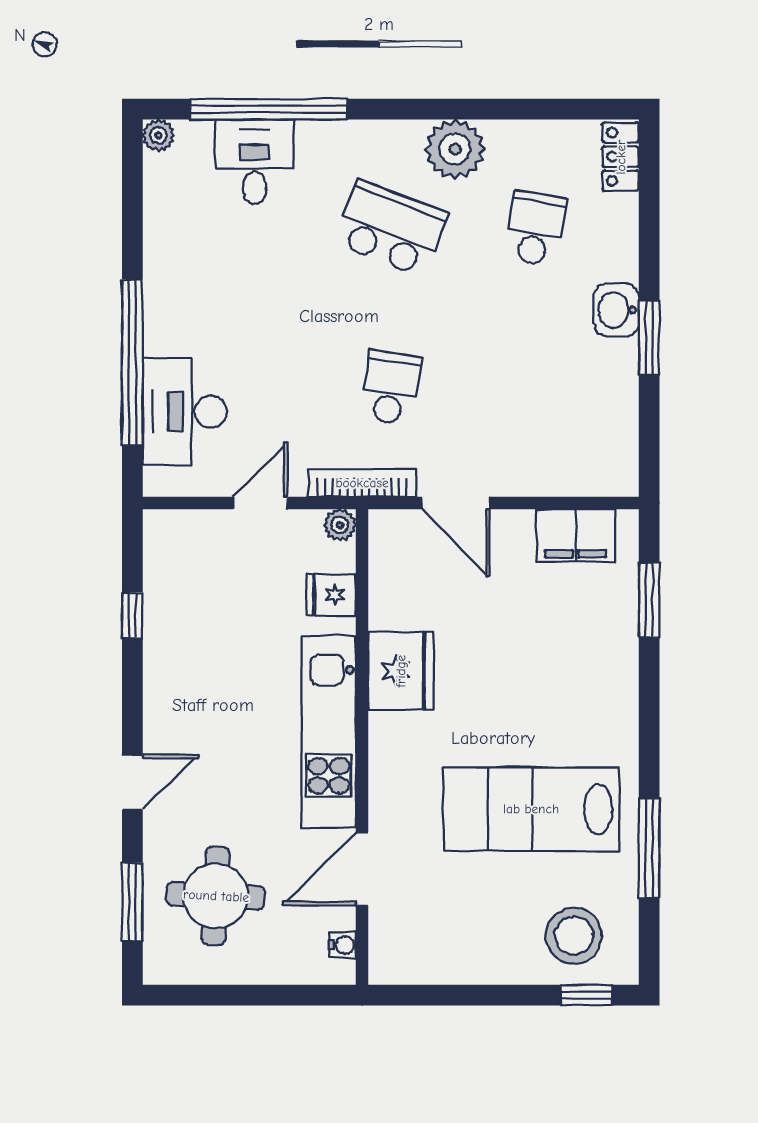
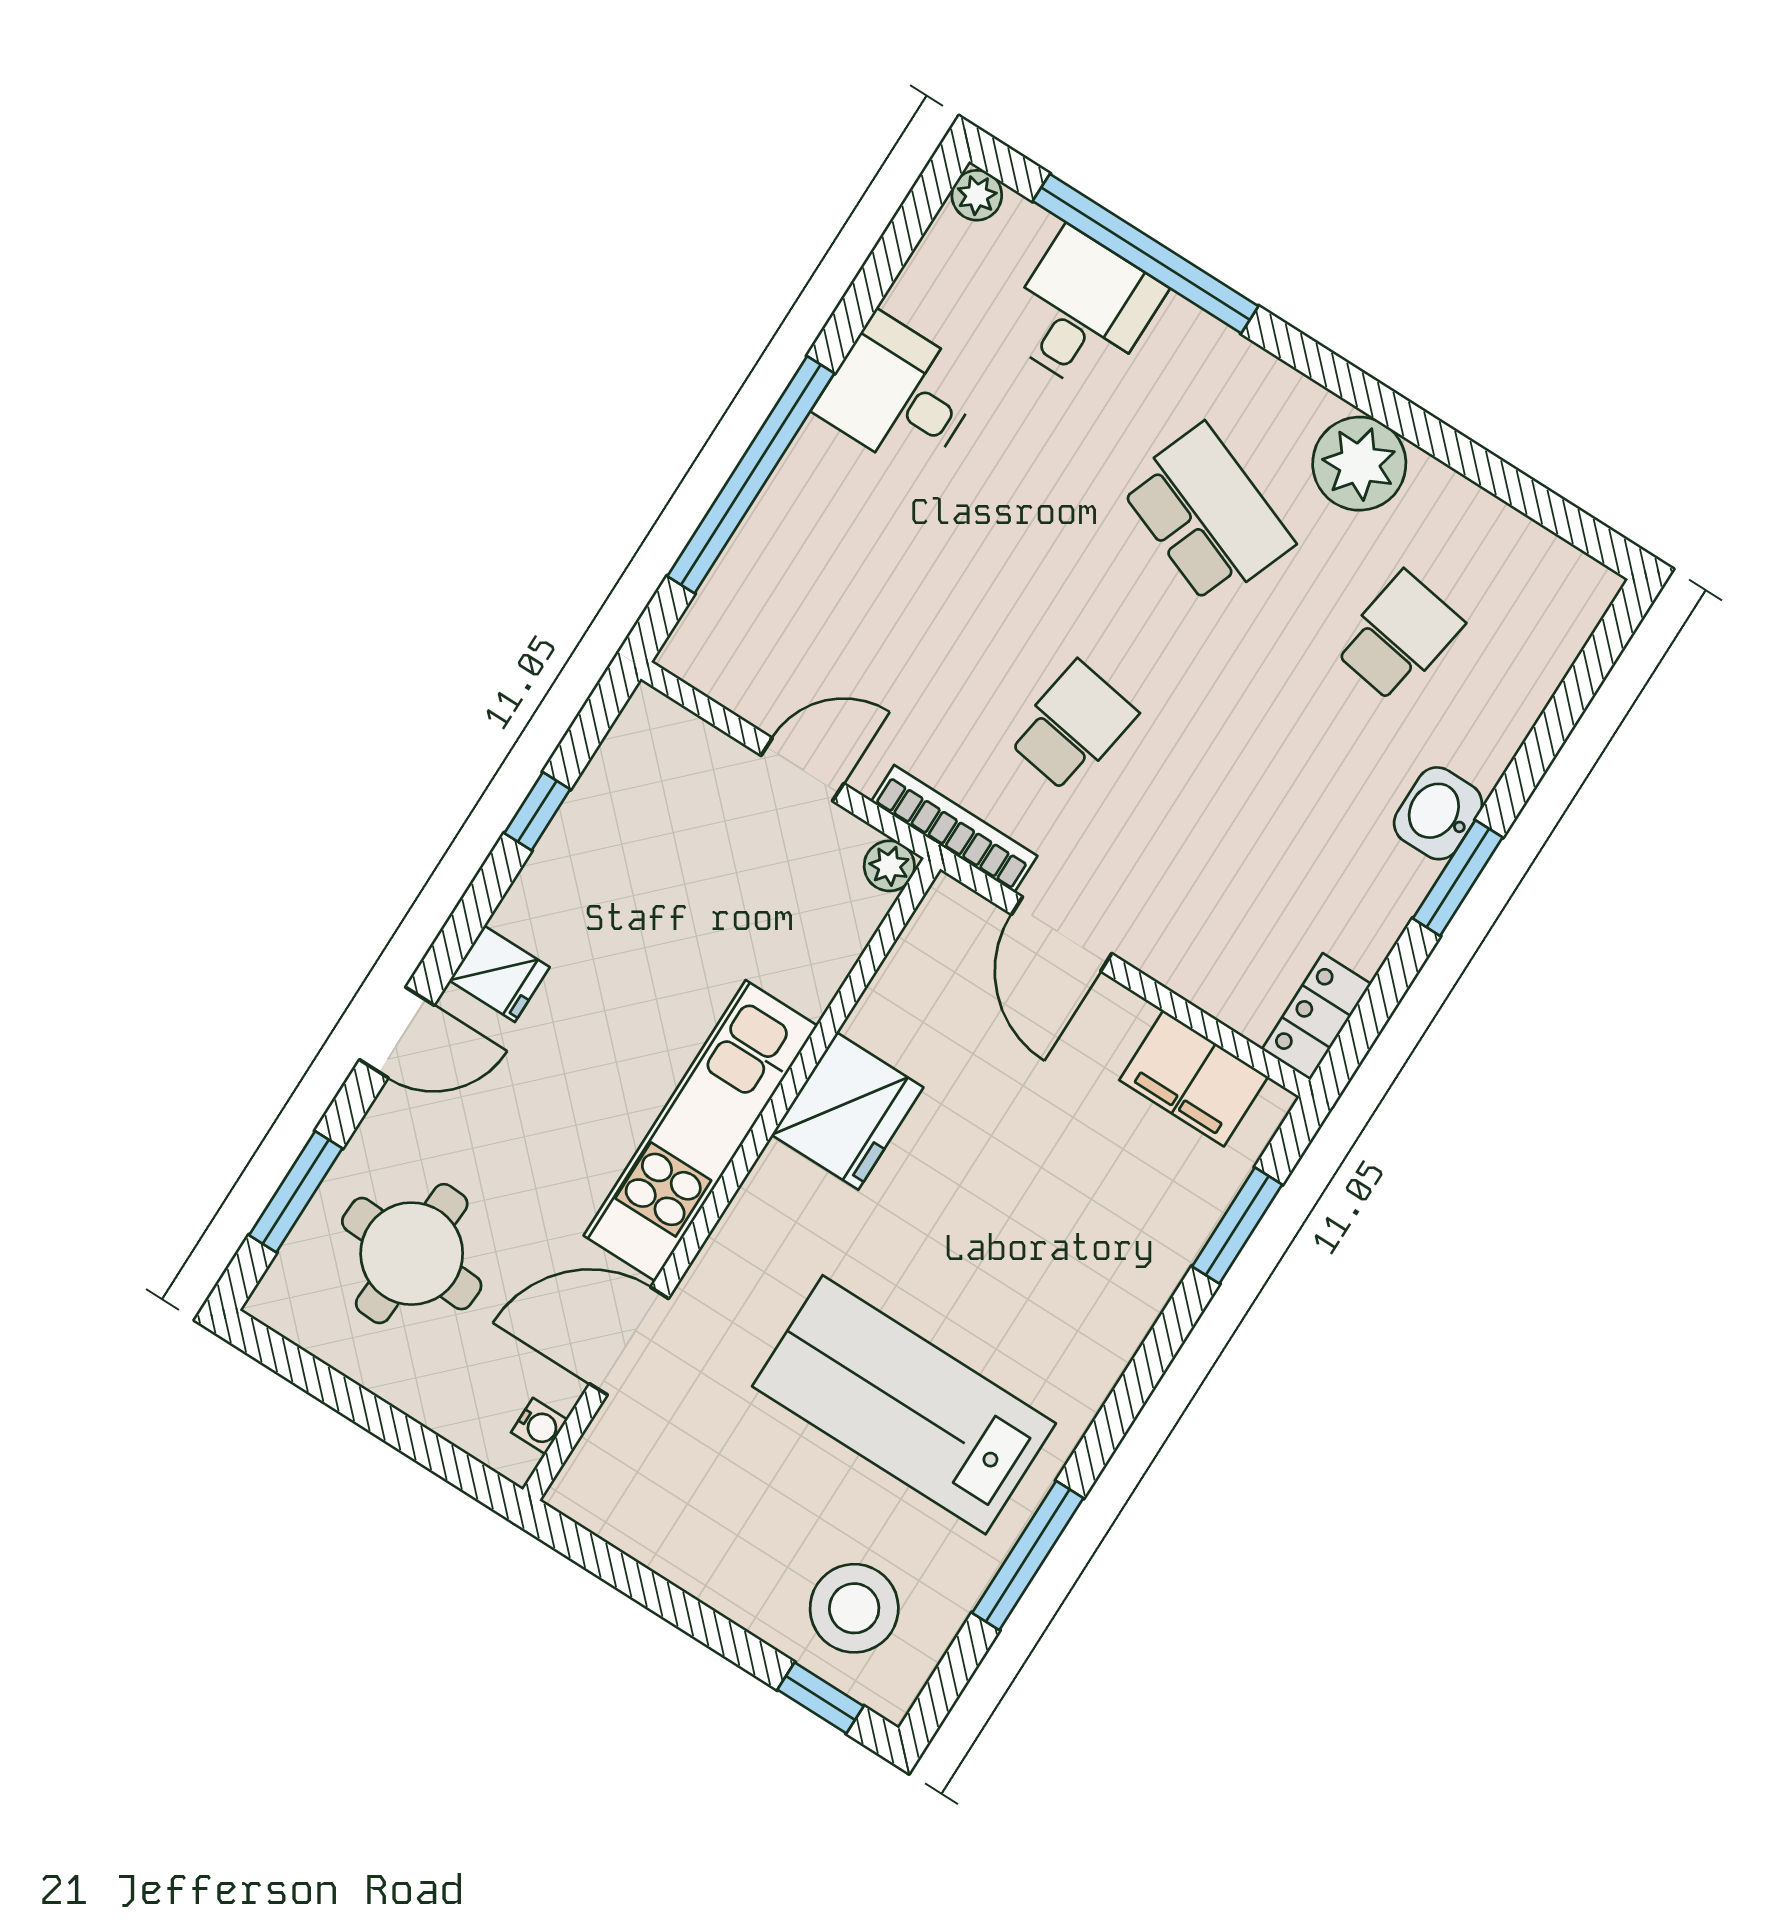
locker: (621, 157) -> (1316, 1017), moved
desk: (185, 412) -> (899, 395), moved, width x0.73
fridge: (331, 595) -> (499, 974), moved, turned 180

